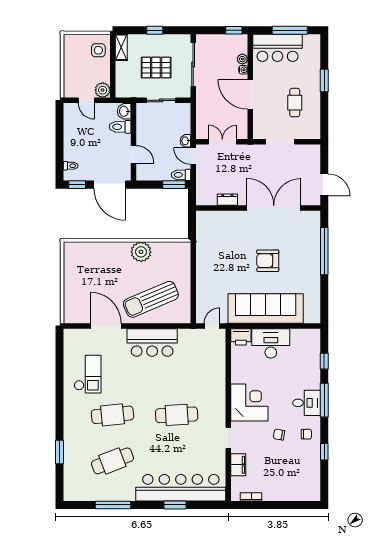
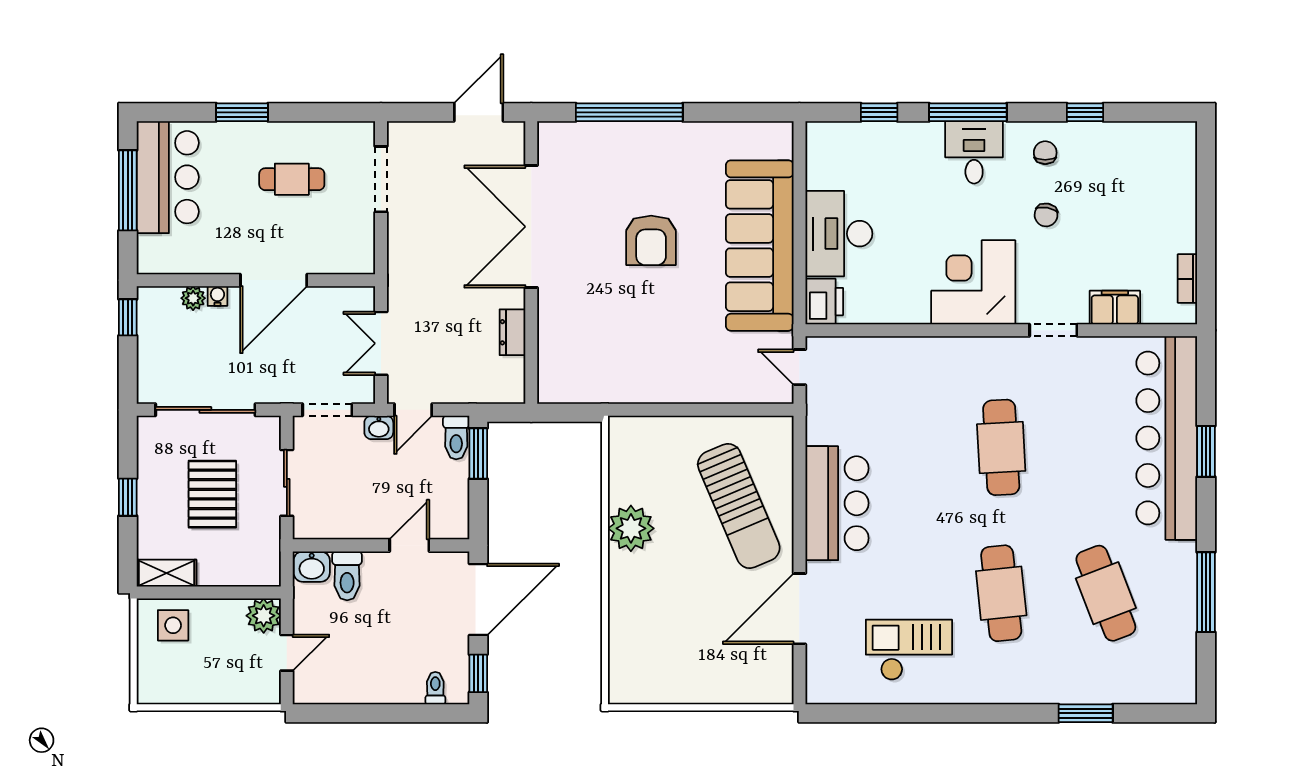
bar counter: (278, 48) -> (168, 177), moved
doorway: (193, 118) -> (327, 410), added
doorway: (280, 142) -> (381, 179), moved

